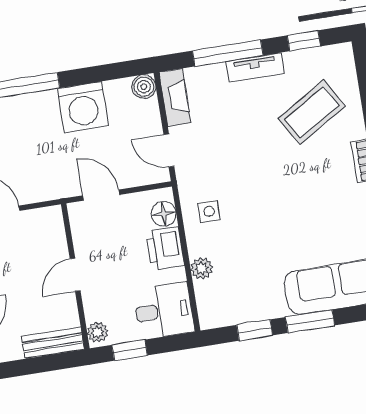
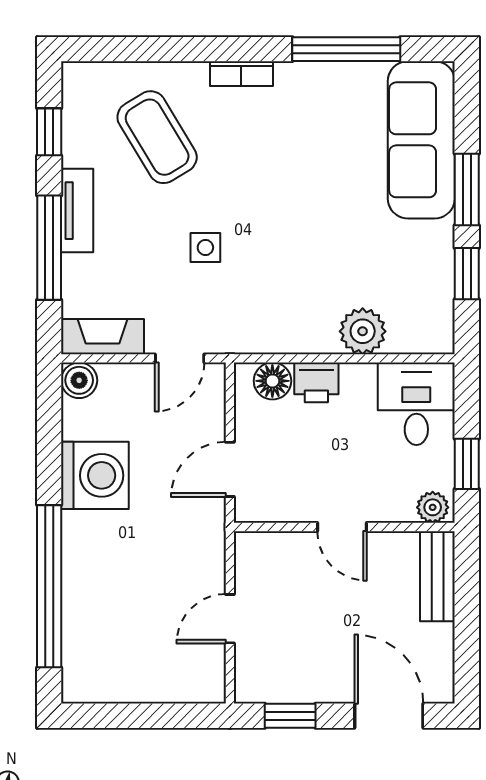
side table: (209, 211) -> (205, 248), moved
printer: (165, 248) -> (316, 382), width x0.73, depth x0.81
plant: (202, 268) -> (363, 331), width x1.38, depth x1.38

